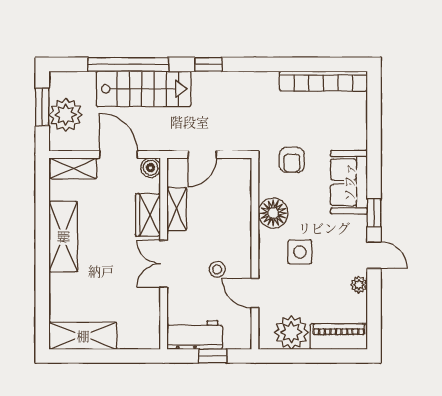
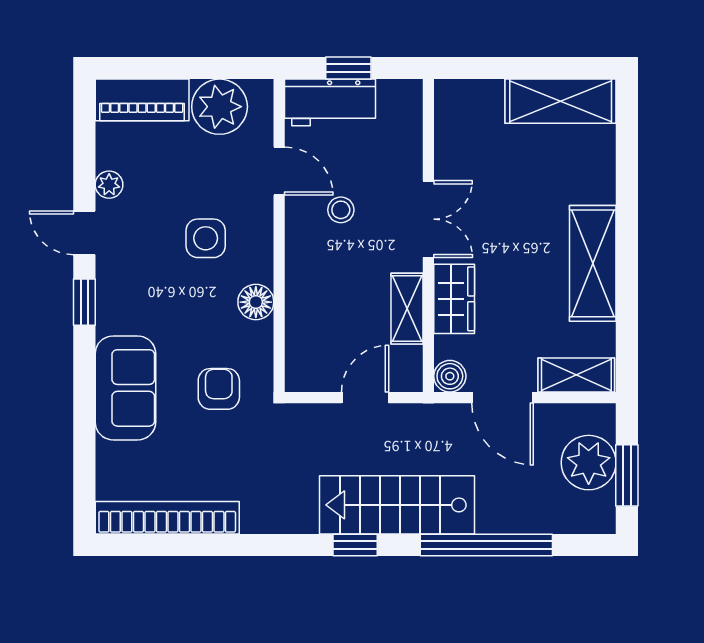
stairs: (144, 89) -> (397, 505), moved
sofa: (349, 182) -> (125, 388), moved
floor lamp: (273, 213) -> (256, 302), width x0.73, depth x0.73
workbench: (195, 335) -> (330, 102), moved

